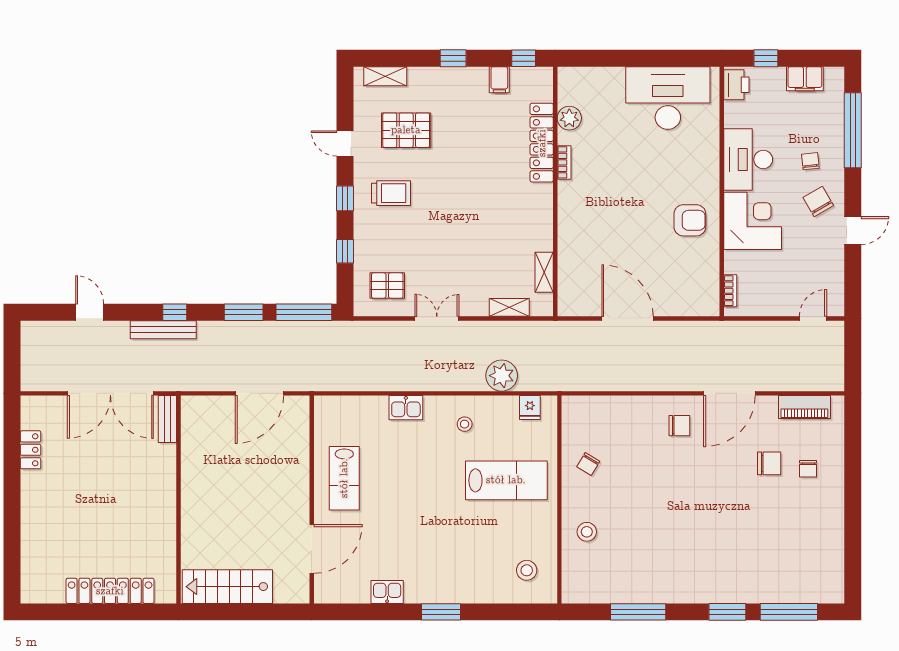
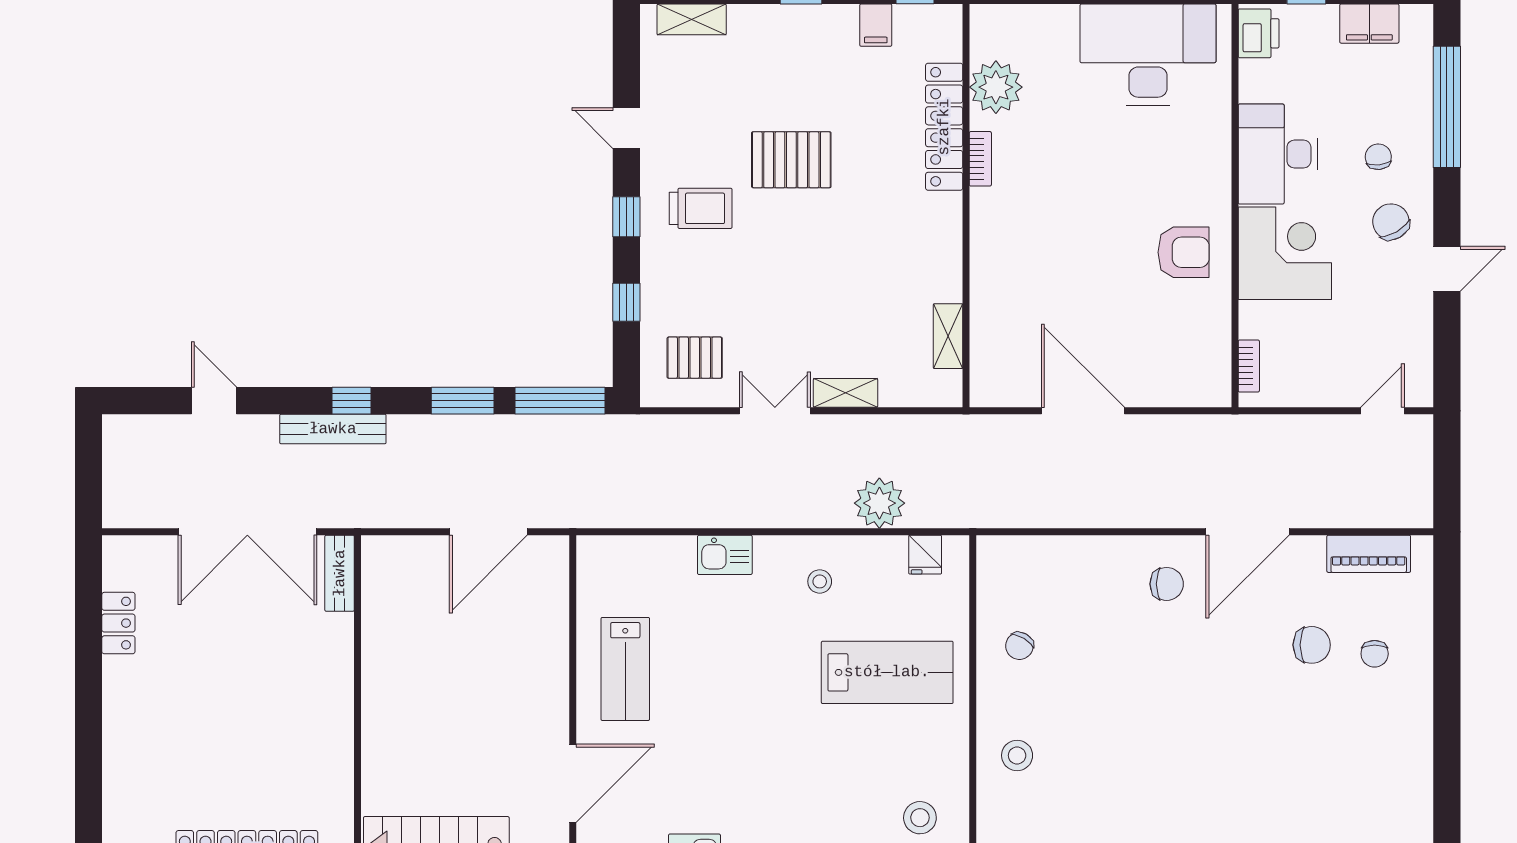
plant: (569, 118) -> (996, 87), width x1.36, depth x1.36
pallet: (406, 130) -> (791, 160), moved
shelving: (509, 307) -> (845, 393), moved

